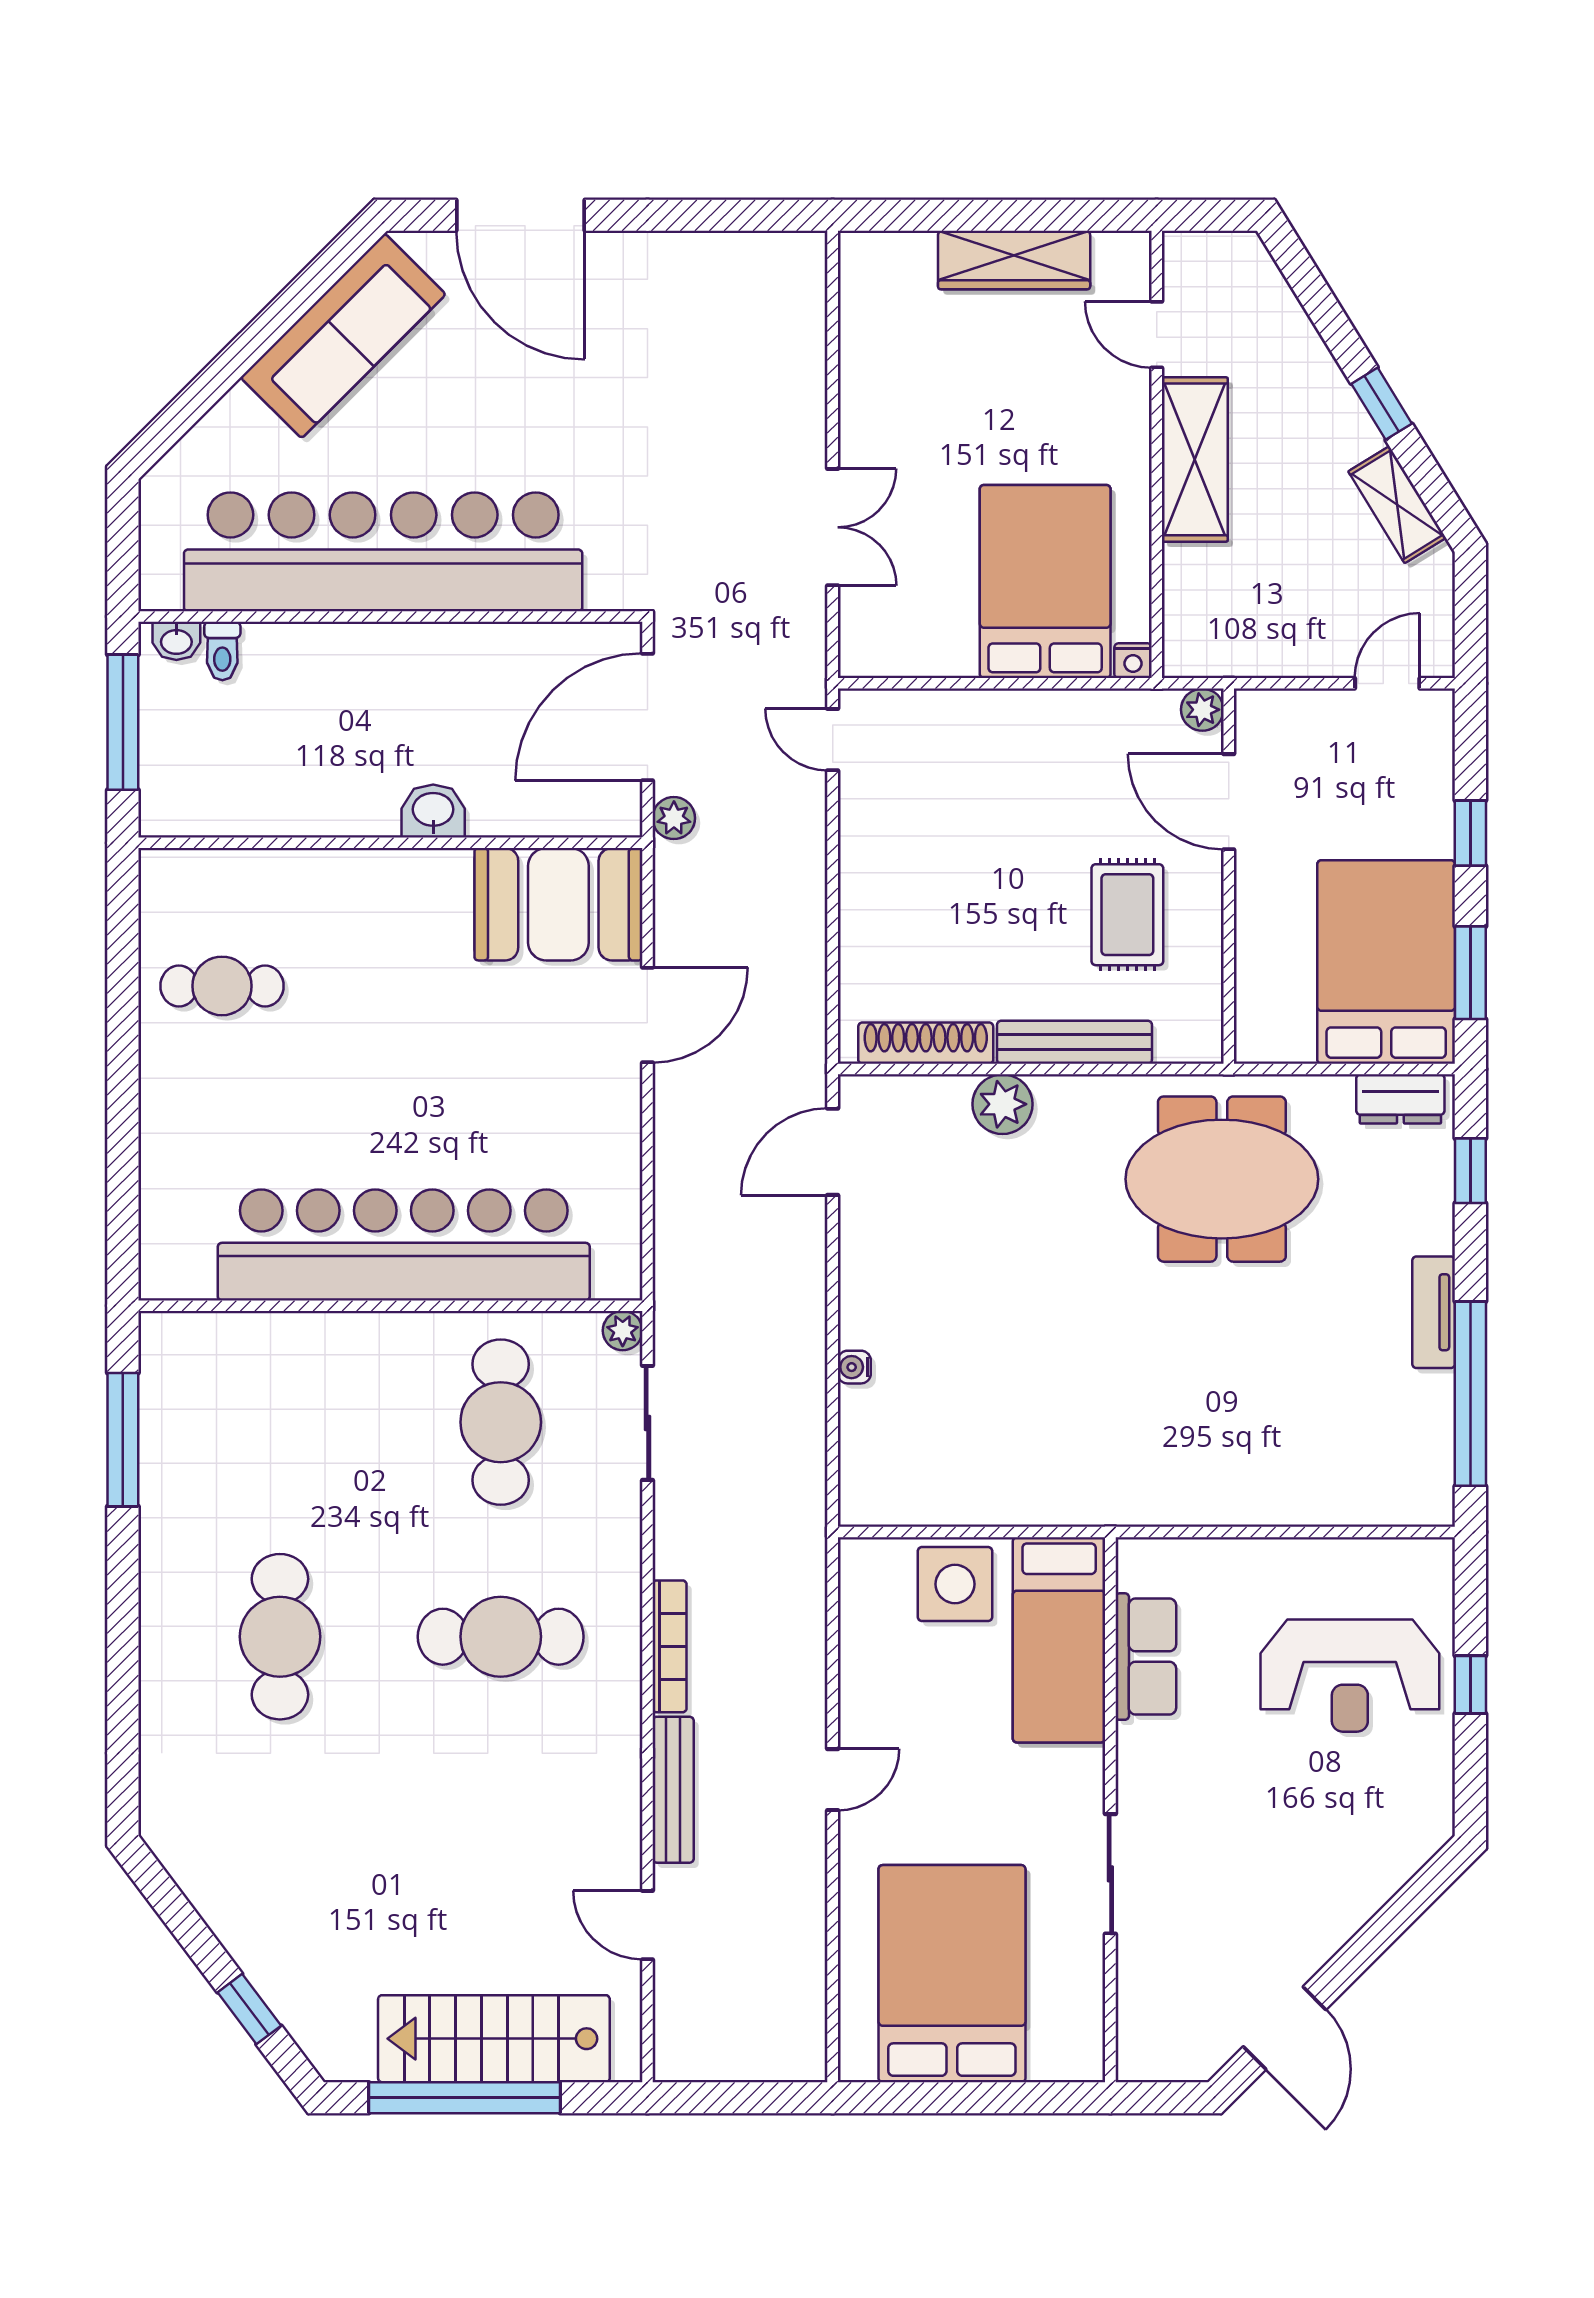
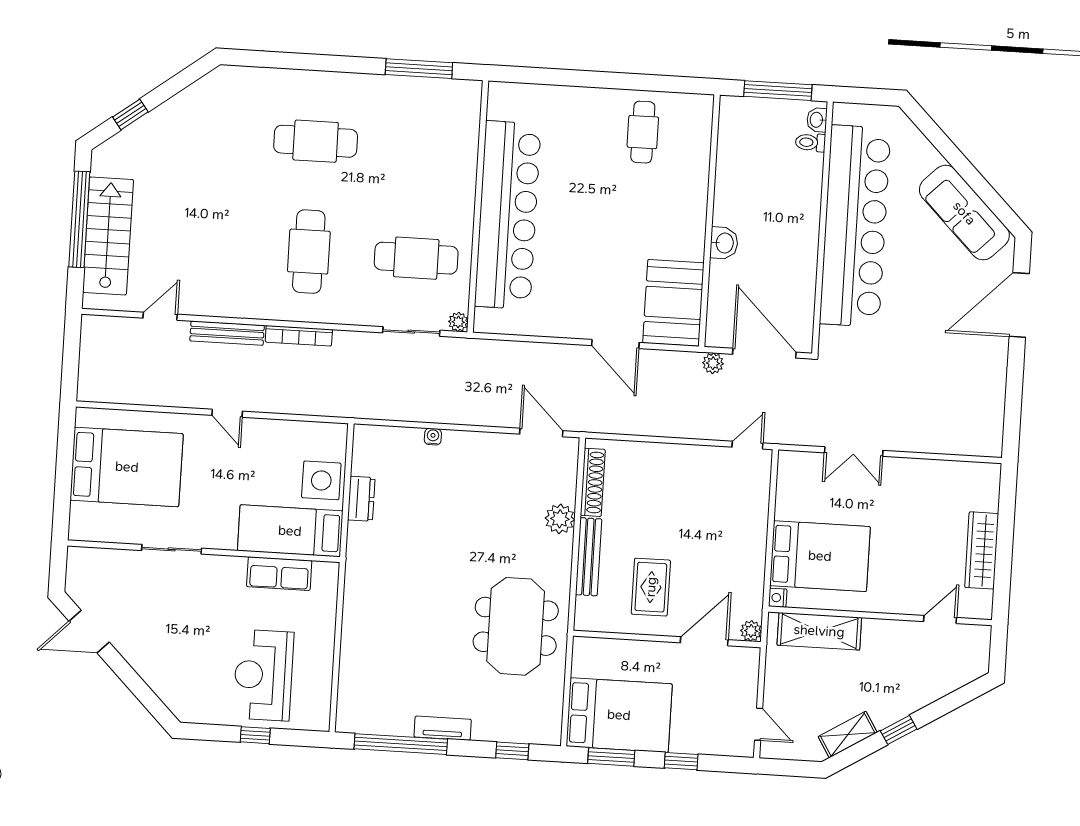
shelving: (1195, 459) -> (819, 631), moved
rug: (1127, 915) -> (651, 587), turned 90
dresser: (1400, 1099) -> (361, 499), moved, turned 180

